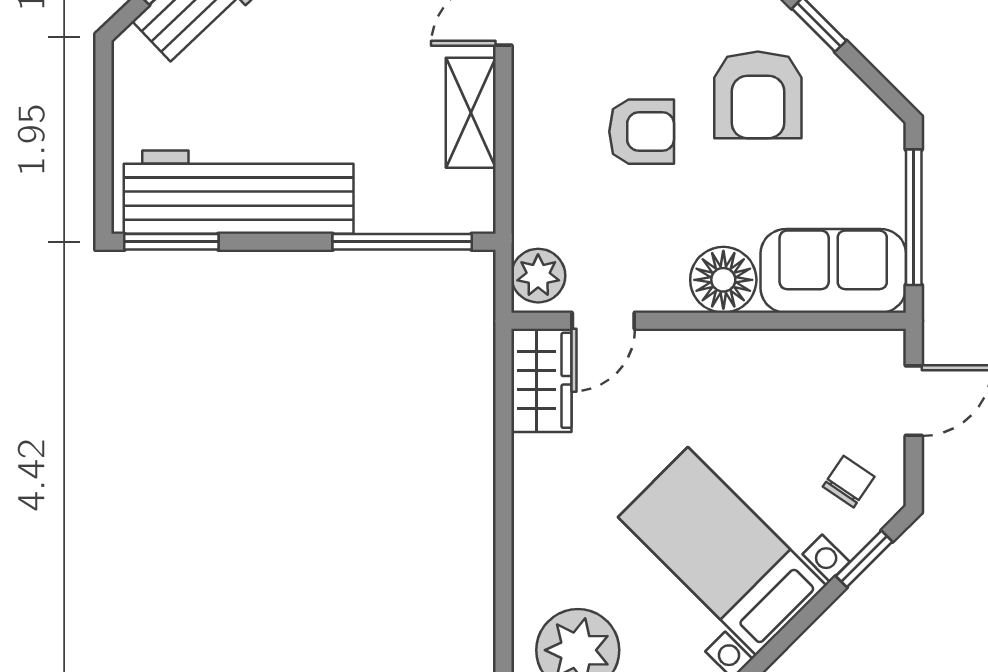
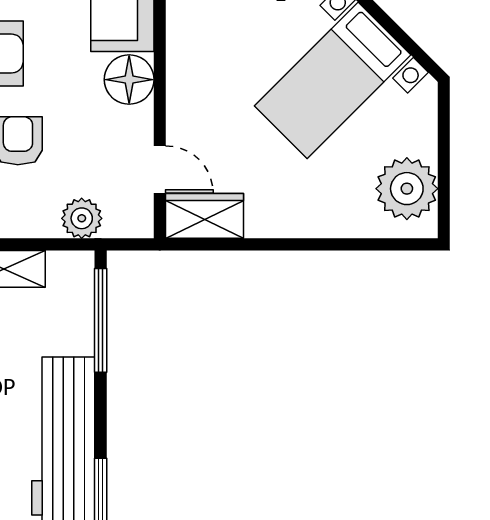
plant: (538, 276) -> (82, 218), moved

